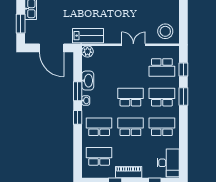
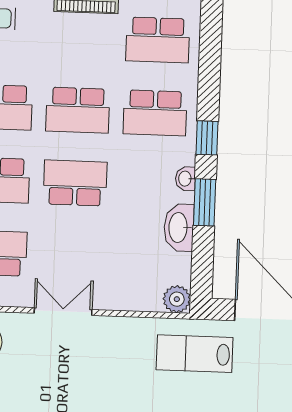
lab bench: (88, 36) -> (195, 354), moved
double door: (133, 45) -> (63, 311), swing flipped
school desk: (130, 97) -> (75, 183), turned 180

